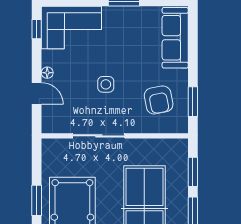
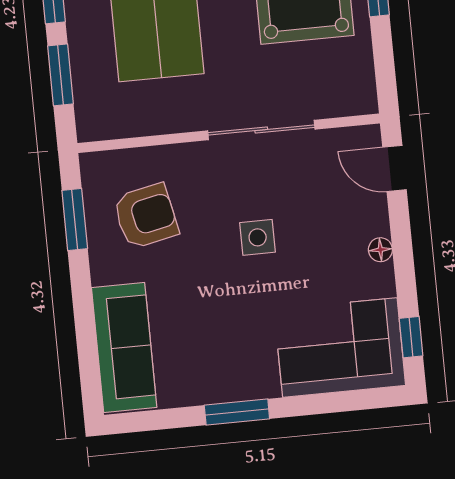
door: (37, 93) -> (395, 168), moved
armchair: (159, 100) -> (146, 216), turned 89

